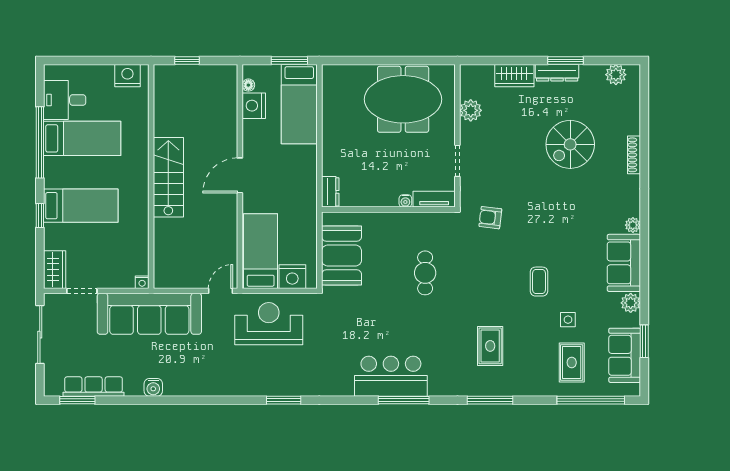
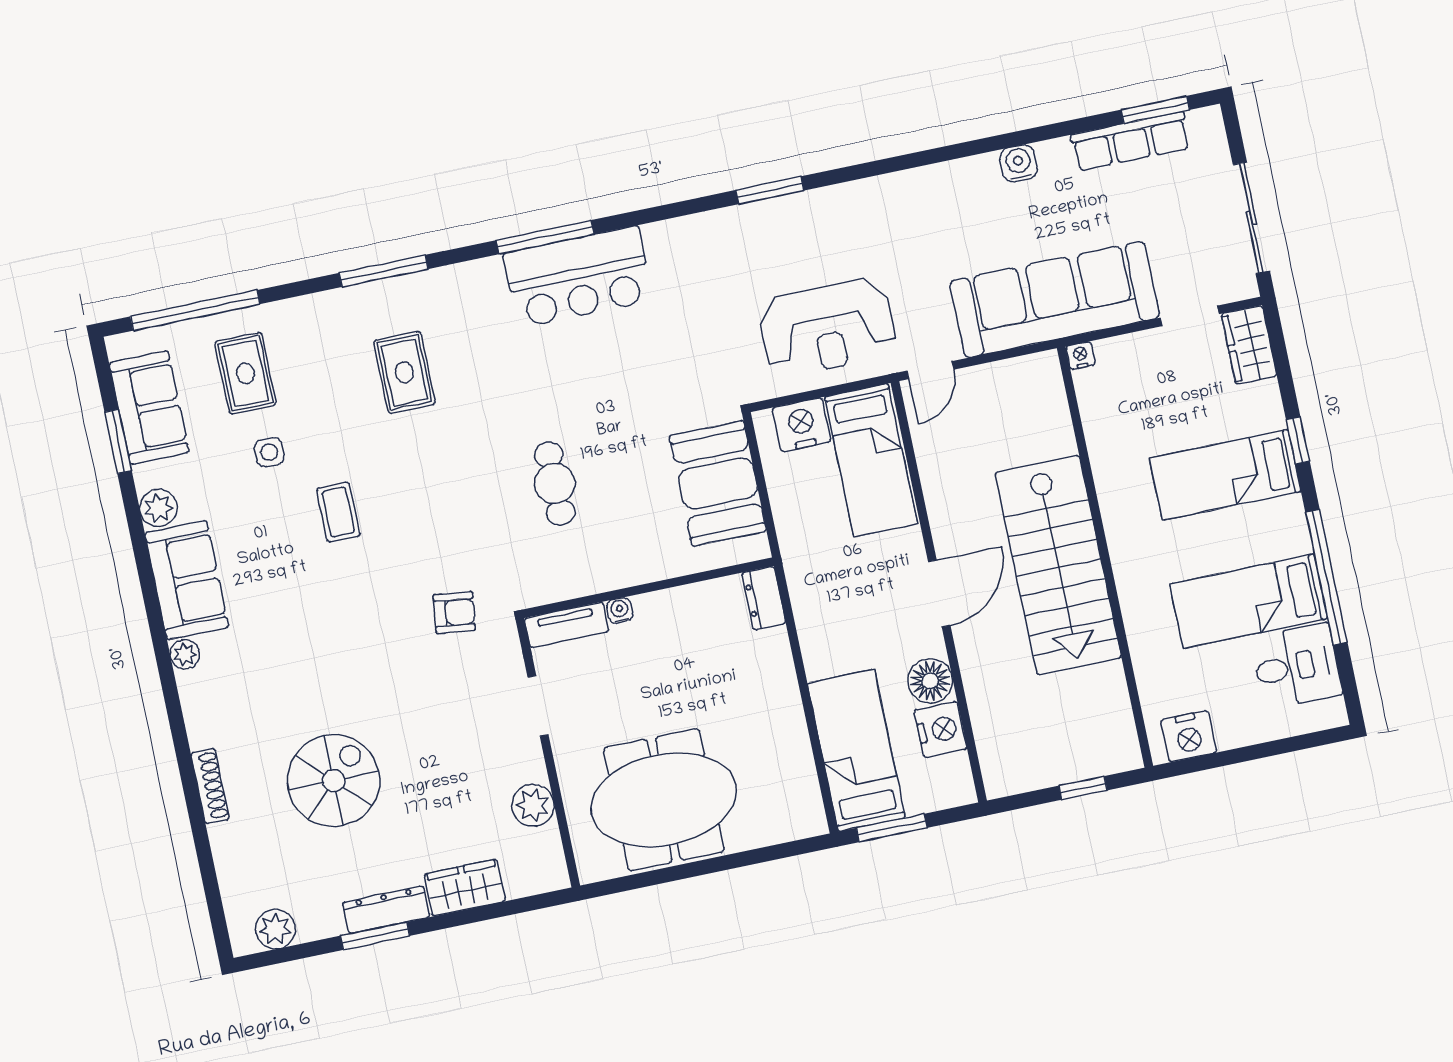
floor lamp: (248, 85) -> (930, 681), moved, width x1.89, depth x1.89
stairs: (168, 177) -> (1058, 565), width x1.36, depth x1.51

